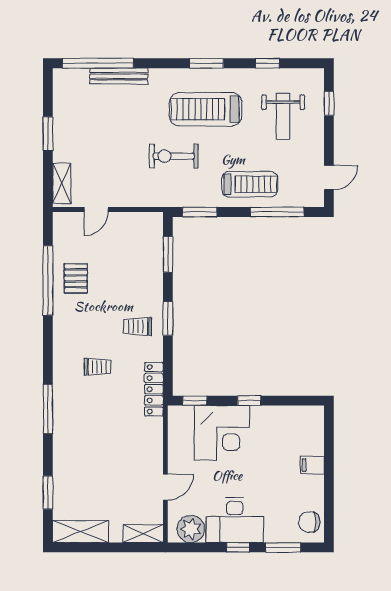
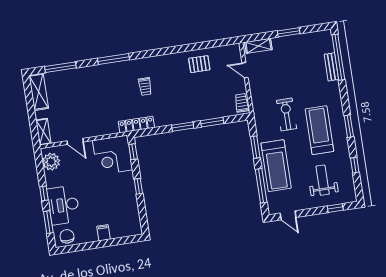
bench: (119, 76) -> (331, 67), width x0.73
weight bench: (283, 116) -> (323, 180), turned 90
treadmill: (250, 184) -> (276, 166), width x1.37, depth x1.38
window: (200, 212) -> (255, 147), moved
window: (168, 254) -> (212, 122), moved
window: (48, 280) -> (195, 47), removed
trolley: (137, 327) -> (242, 103), moved
corner desk: (222, 433) -> (113, 155), moved
window: (48, 493) -> (60, 67), width x1.44
desk: (235, 520) -> (63, 205), moved

